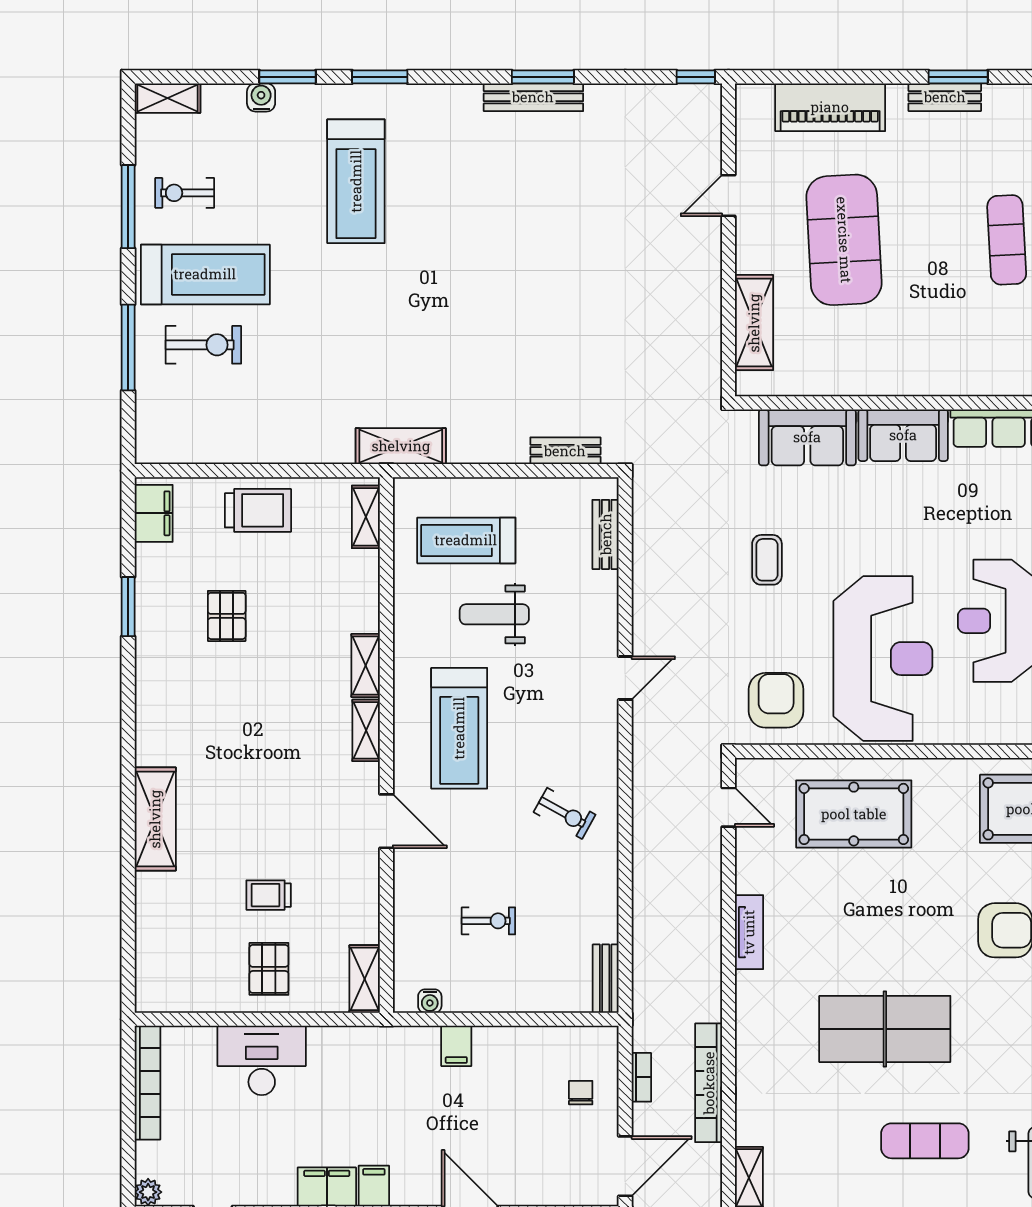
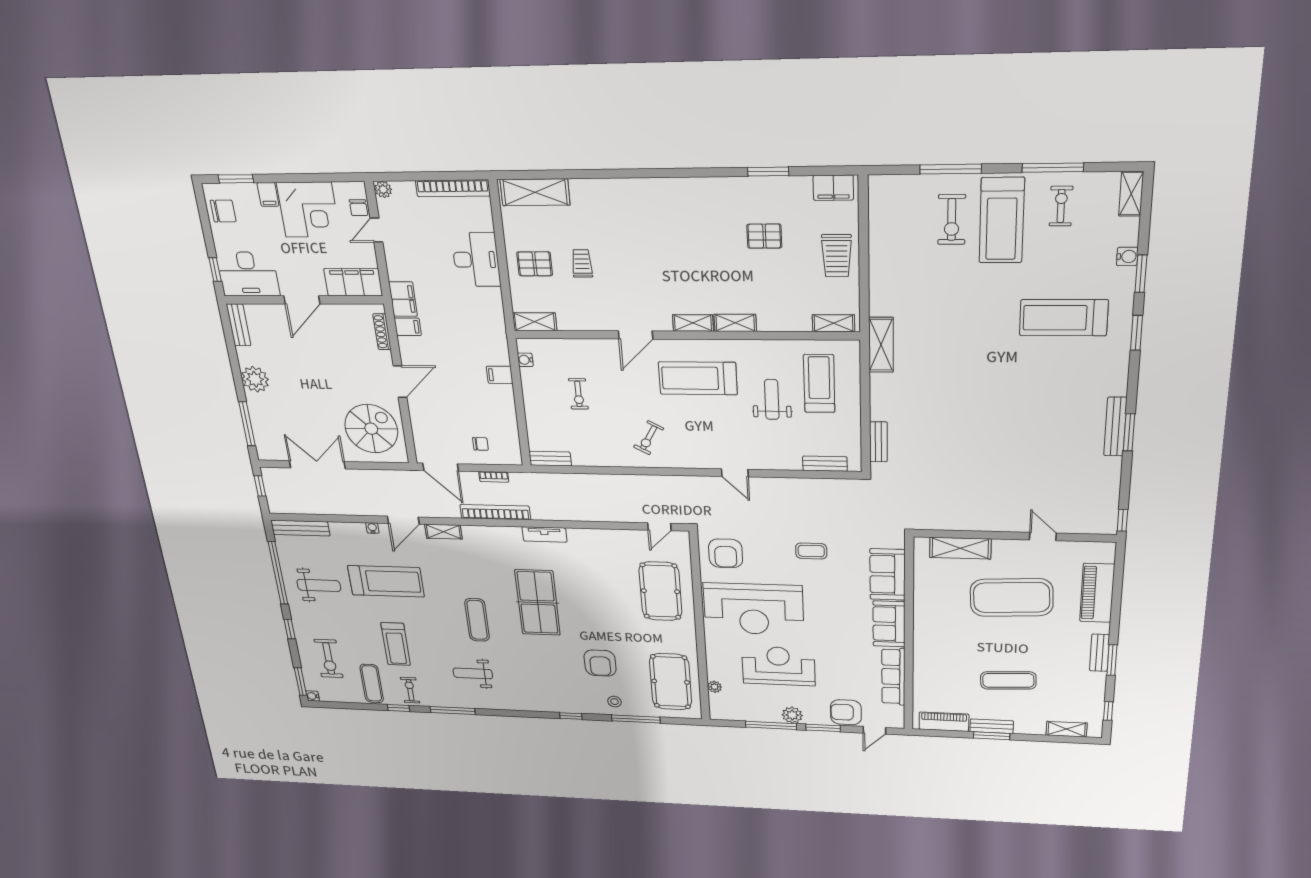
armchair: (776, 700) -> (726, 553), turned 90
shelving: (155, 819) -> (535, 192), moved
tv unit: (749, 932) -> (544, 534), moved

